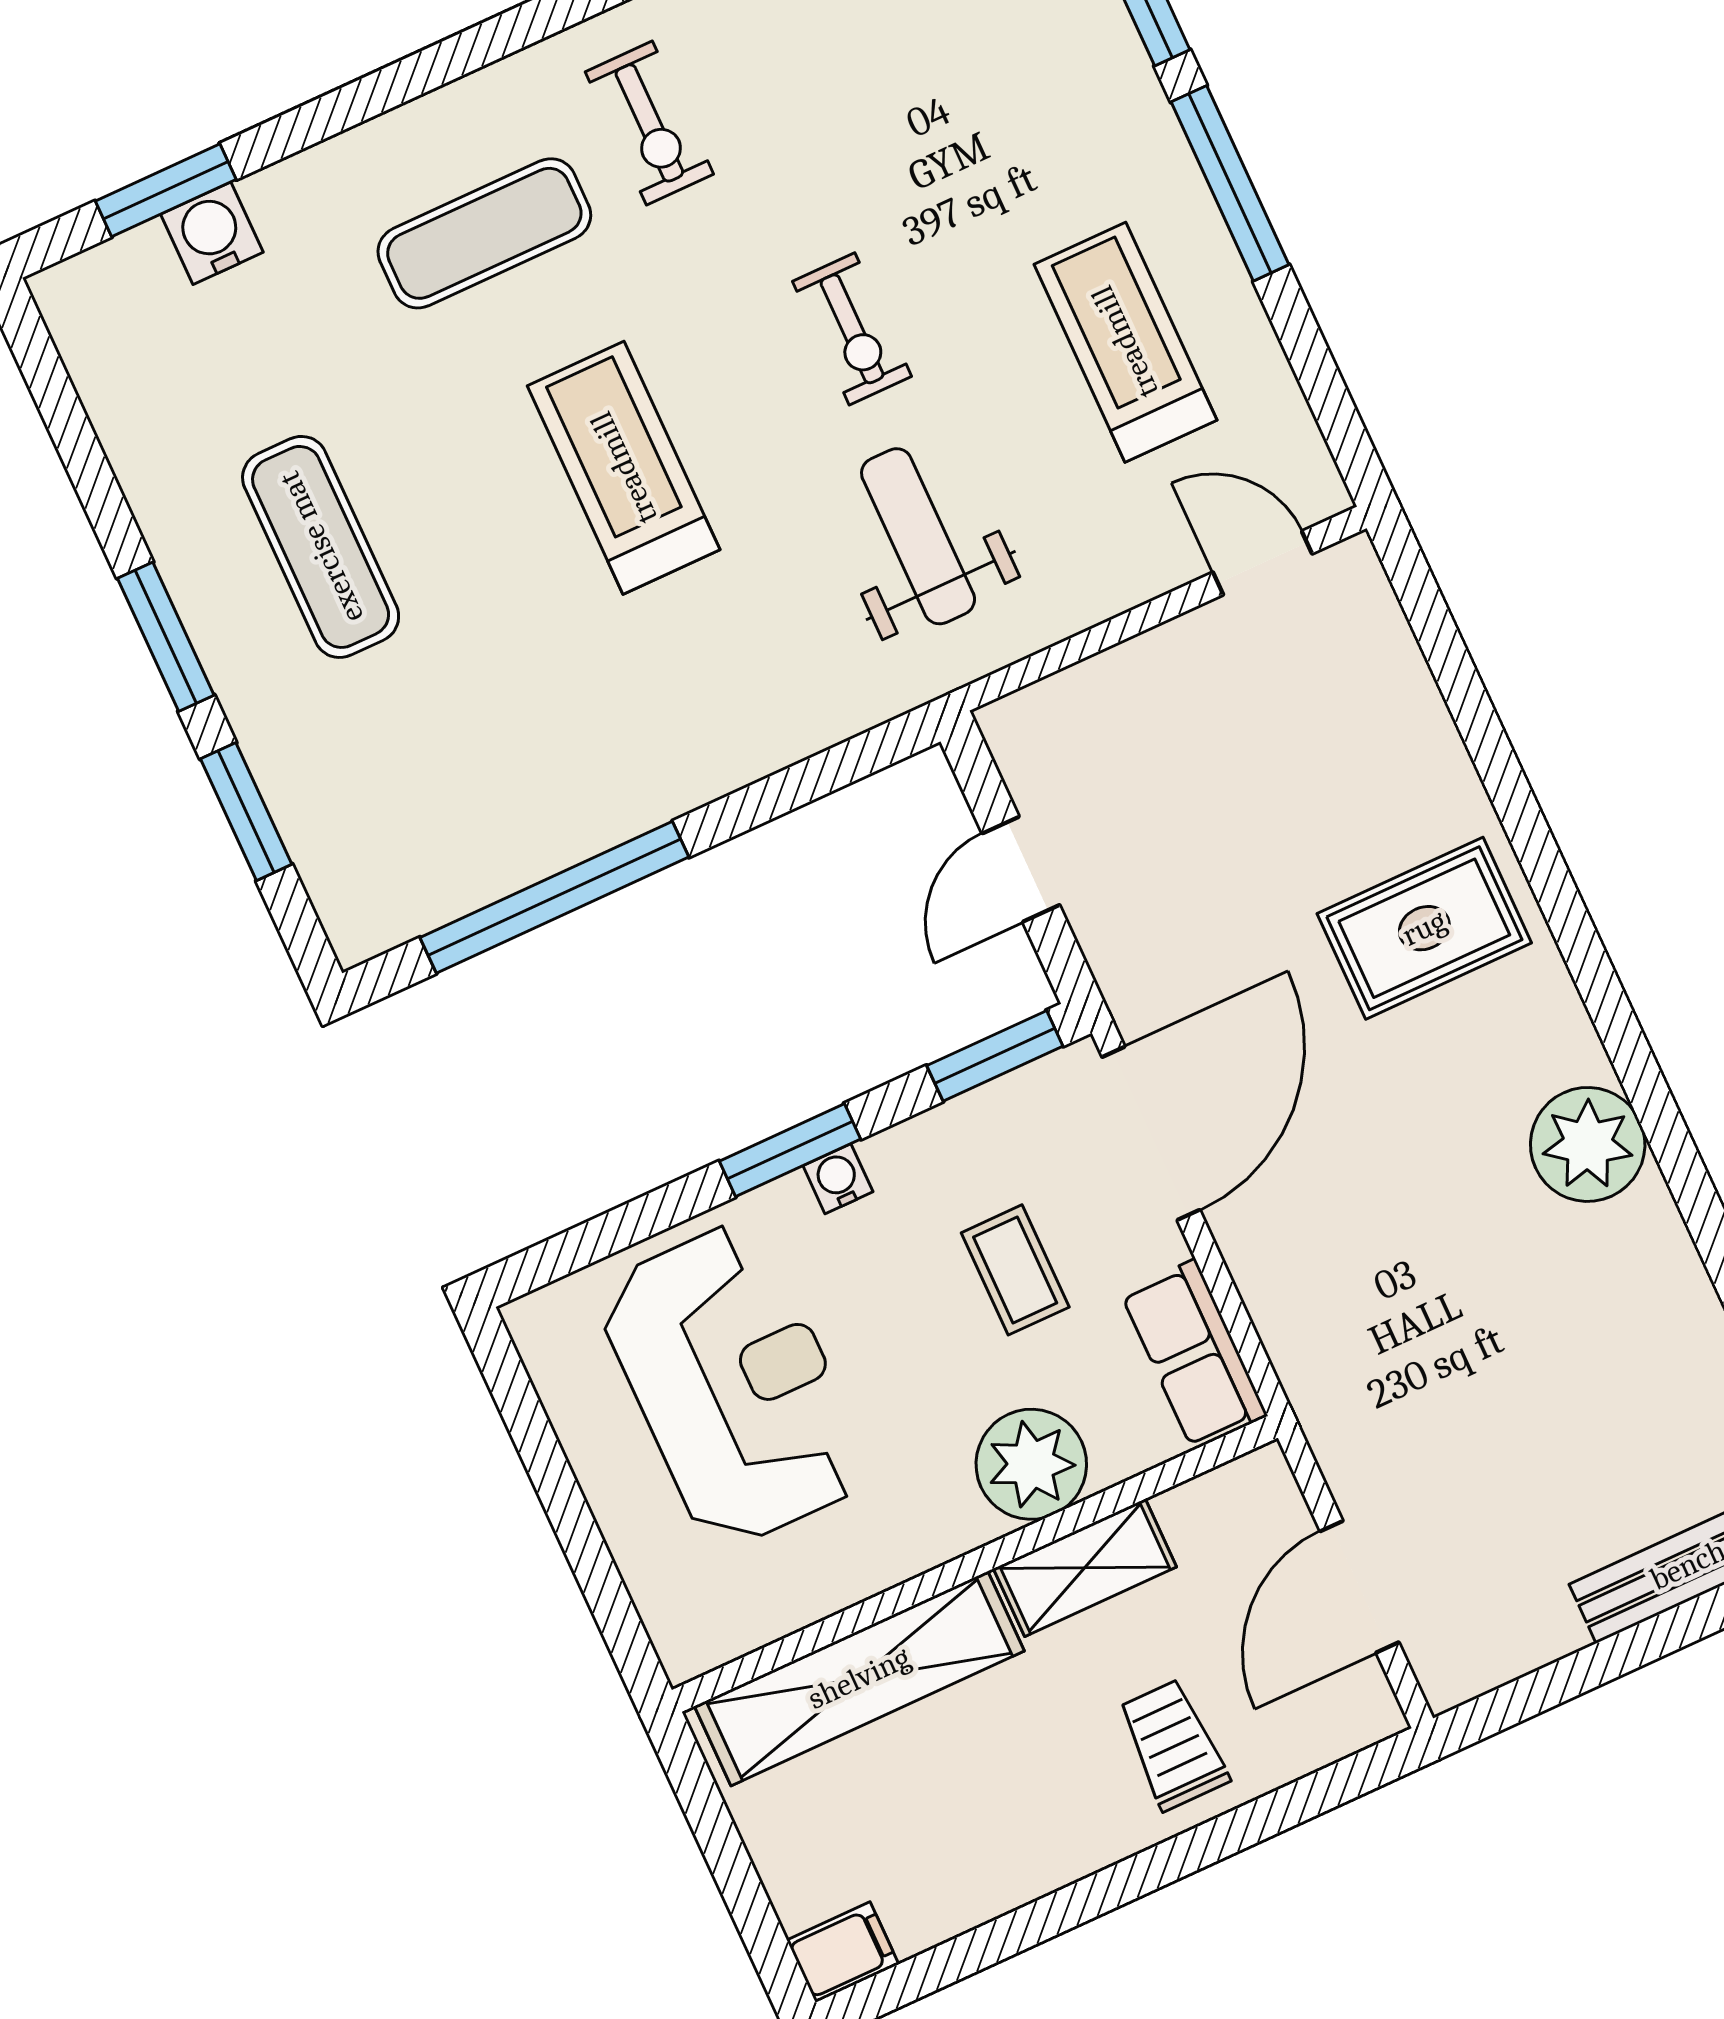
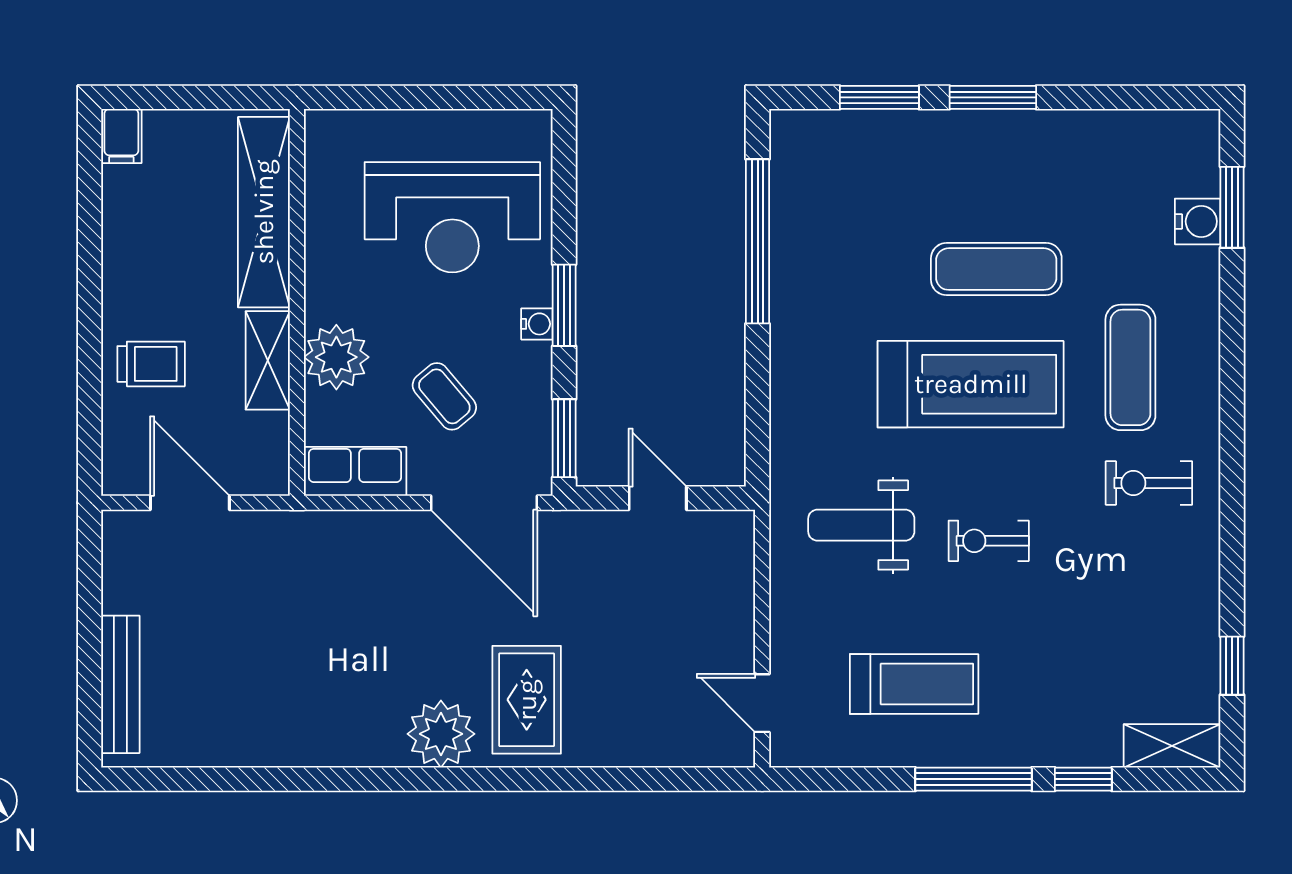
treadmill: (624, 468) -> (971, 384), width x1.37, depth x1.38
weight bench: (918, 536) -> (861, 525), turned 180
exercise mat: (321, 547) -> (996, 269), moved
door: (1263, 563) -> (762, 703), swing flipped
plant: (1588, 1144) -> (441, 734), moved
coffee table: (1015, 1270) -> (444, 396), turned 50

